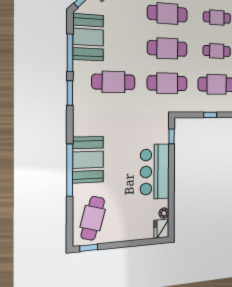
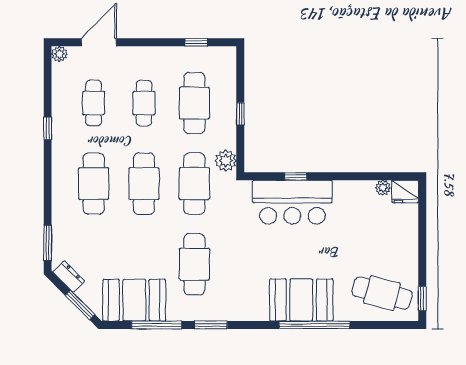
plant: (182, 105) -> (226, 161), added
window: (172, 136) -> (296, 176), moved
bar counter: (155, 172) -> (292, 202), moved

